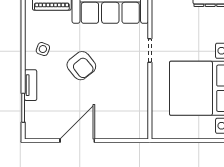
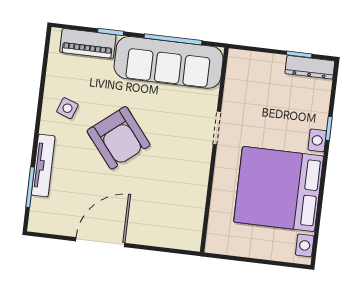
armchair: (81, 66) -> (119, 138), width x1.36, depth x1.36
tv unit: (31, 85) -> (43, 166), width x1.41

